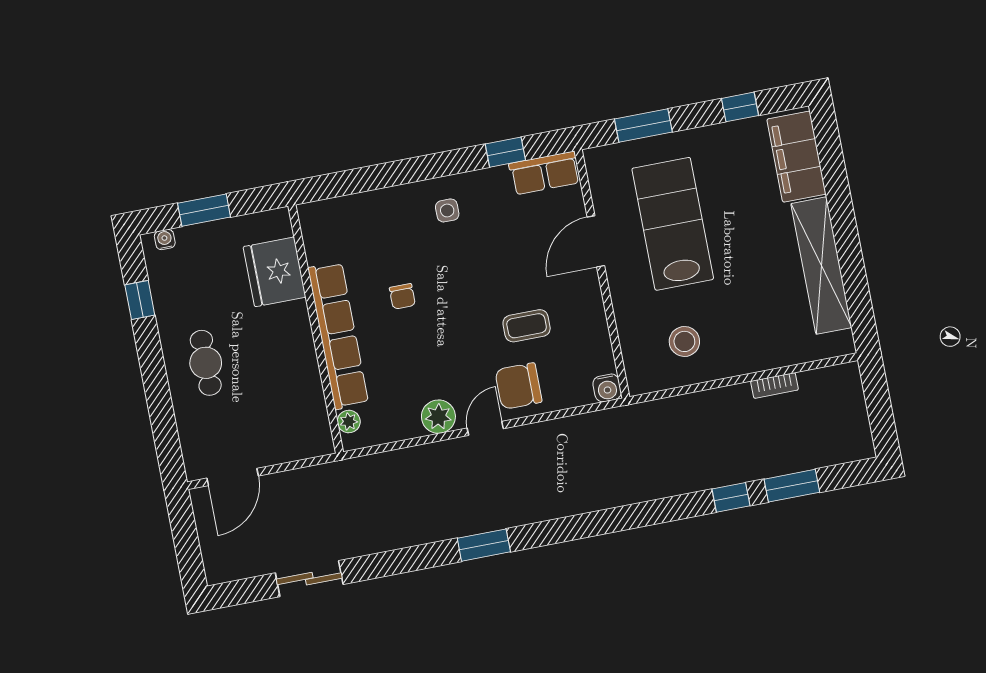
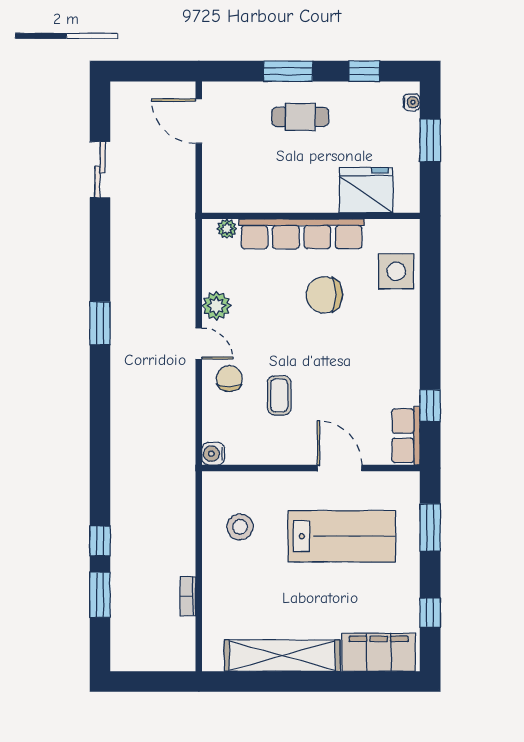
side table: (447, 210) -> (396, 271), moved, width x1.87, depth x1.87
chair: (402, 296) -> (324, 295), width x1.87, depth x1.87
window: (156, 386) -> (288, 71), added
chair: (518, 386) -> (229, 379), width x0.73, depth x0.73

